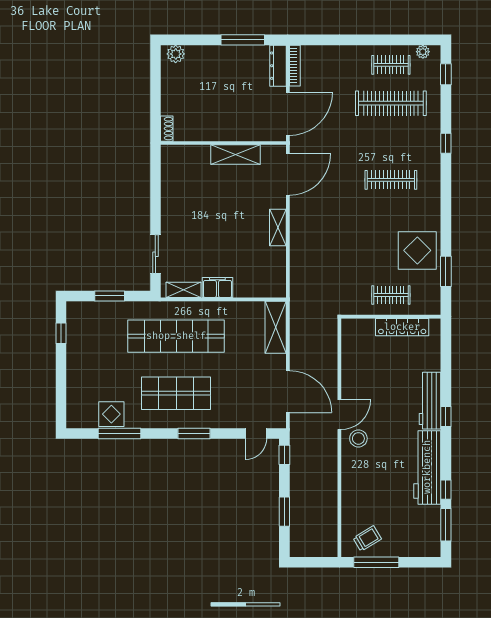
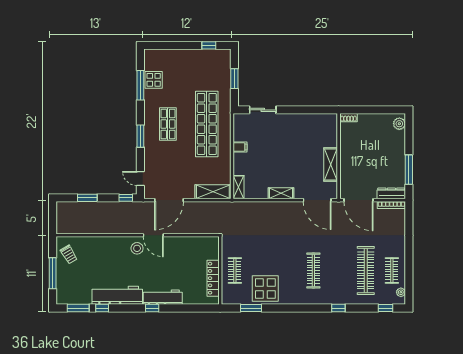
filing cabinet: (217, 288) -> (240, 147), width x0.50
shelving: (184, 290) -> (238, 187), moved
shop shelf: (176, 393) -> (168, 124), width x0.70, depth x0.74
window: (376, 562) -> (53, 273), moved

